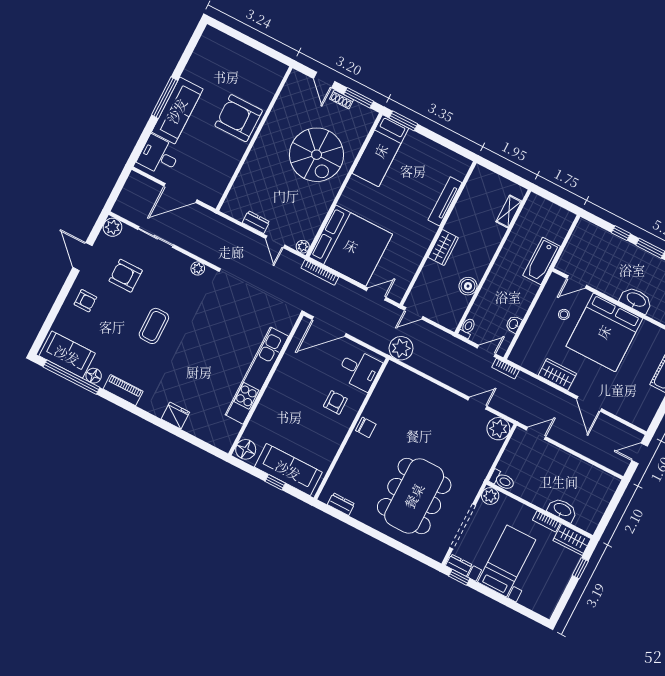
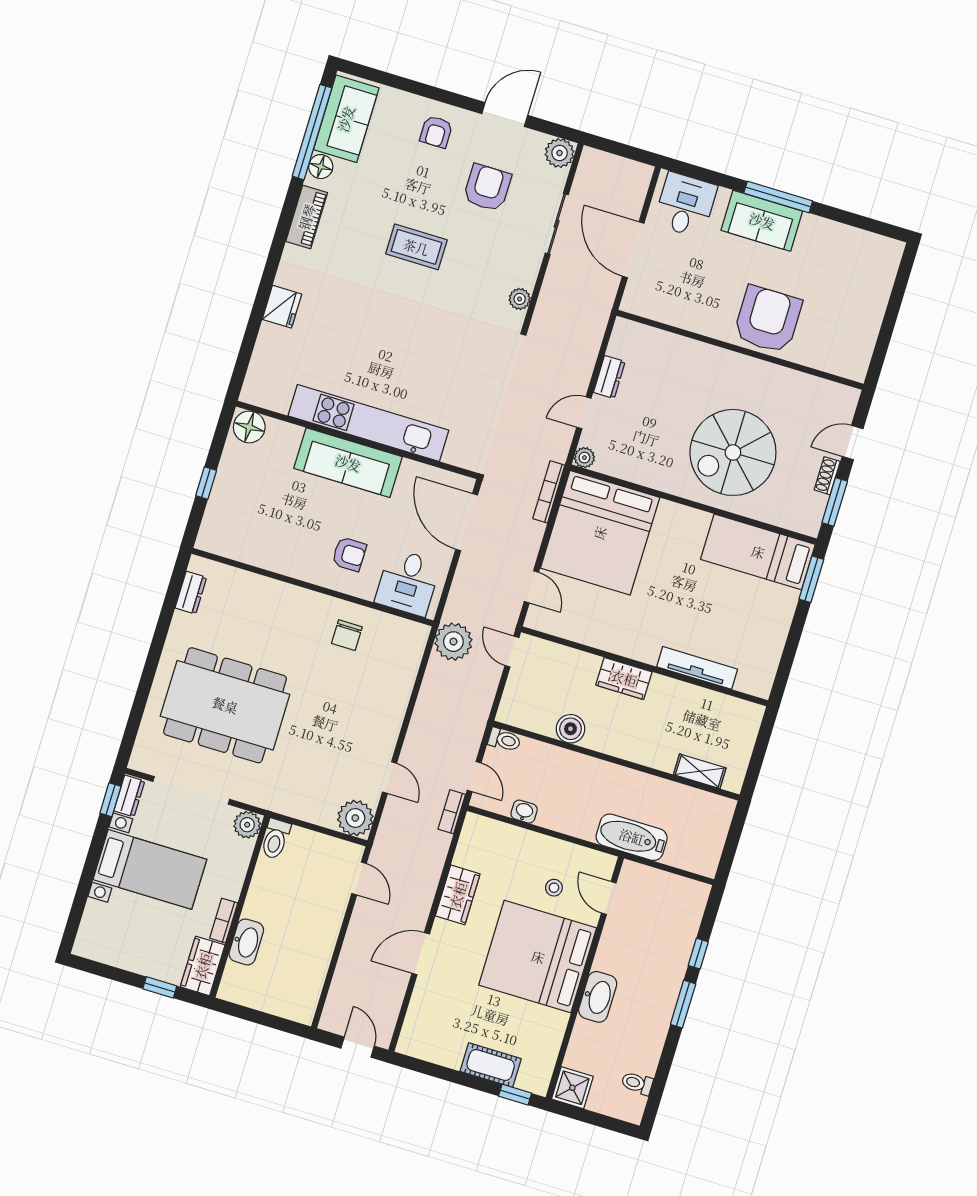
sofa: (177, 111) -> (762, 221), width x0.73
chair: (366, 427) -> (347, 635), moved
sofa: (288, 470) -> (348, 463), moved, turned 90

